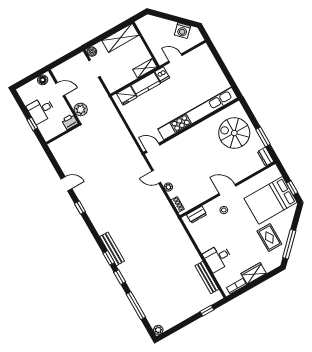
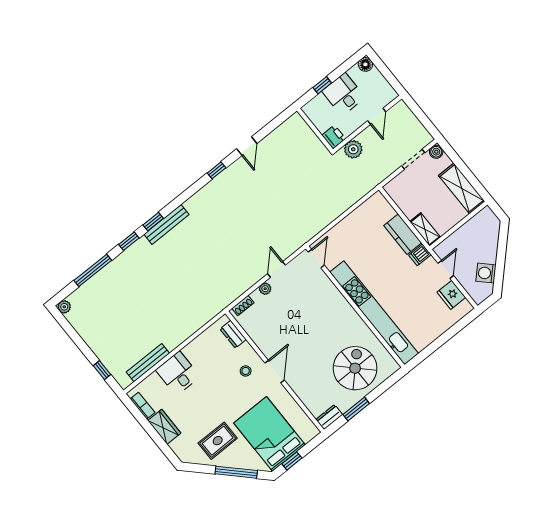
floor lamp: (43, 80) -> (365, 64), moved
fridge: (127, 95) -> (451, 295), moved
window: (289, 244) -> (236, 472), moved

